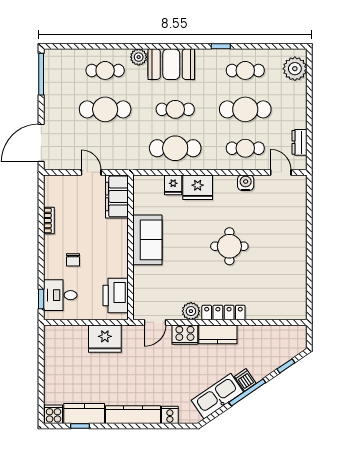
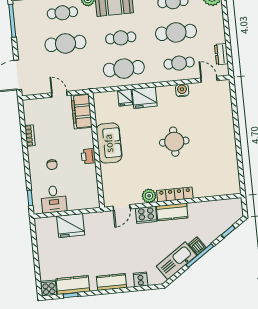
desk: (60, 295) -> (54, 199), moved, turned -90
printer: (116, 296) -> (88, 156), moved, width x0.53, depth x0.68
fridge: (105, 339) -> (71, 226), moved
kitchen counter: (133, 415) -> (111, 282), width x0.67

